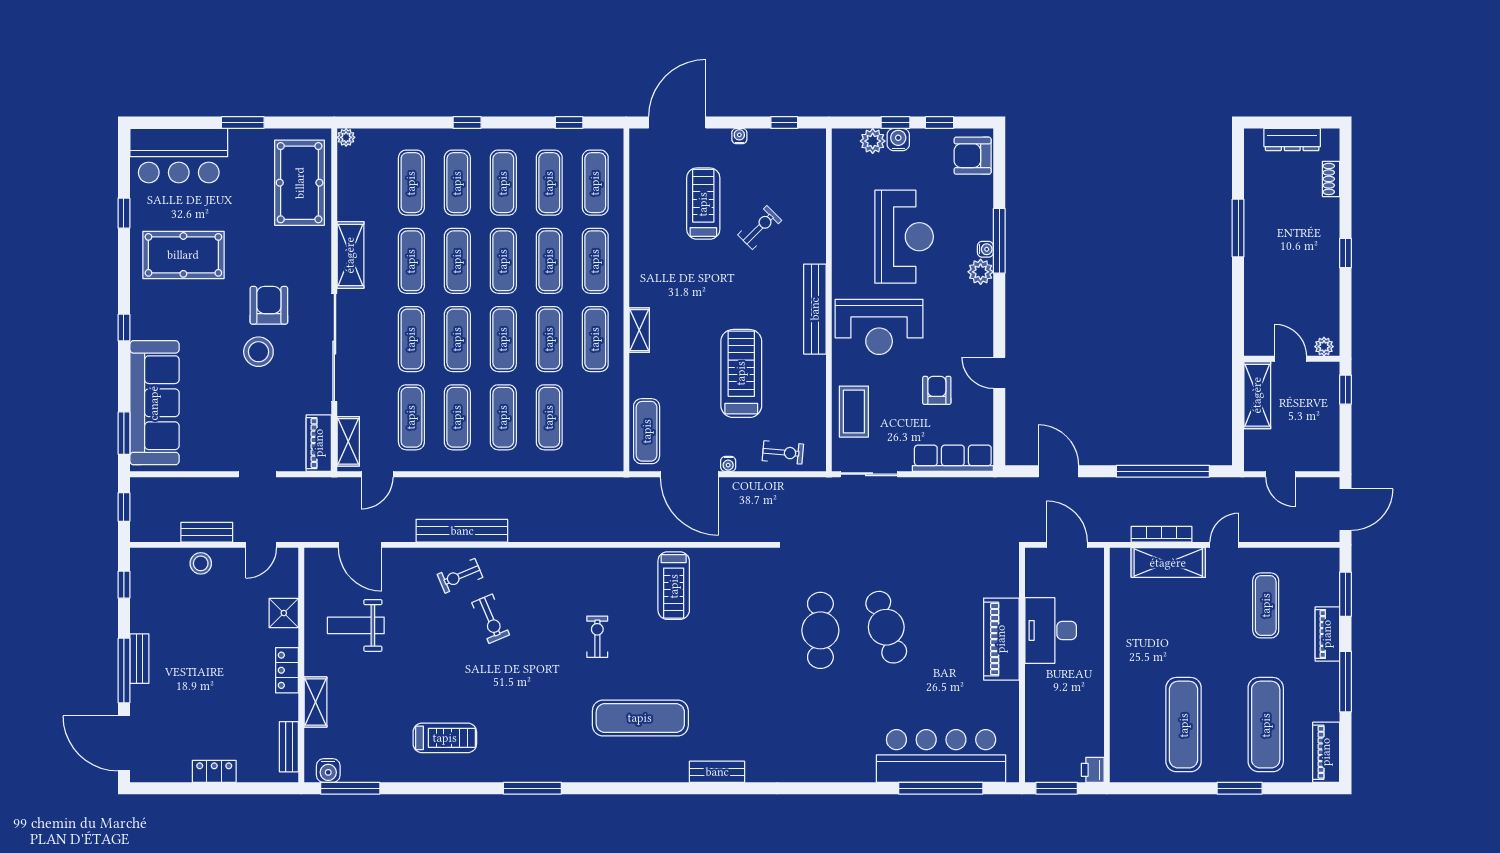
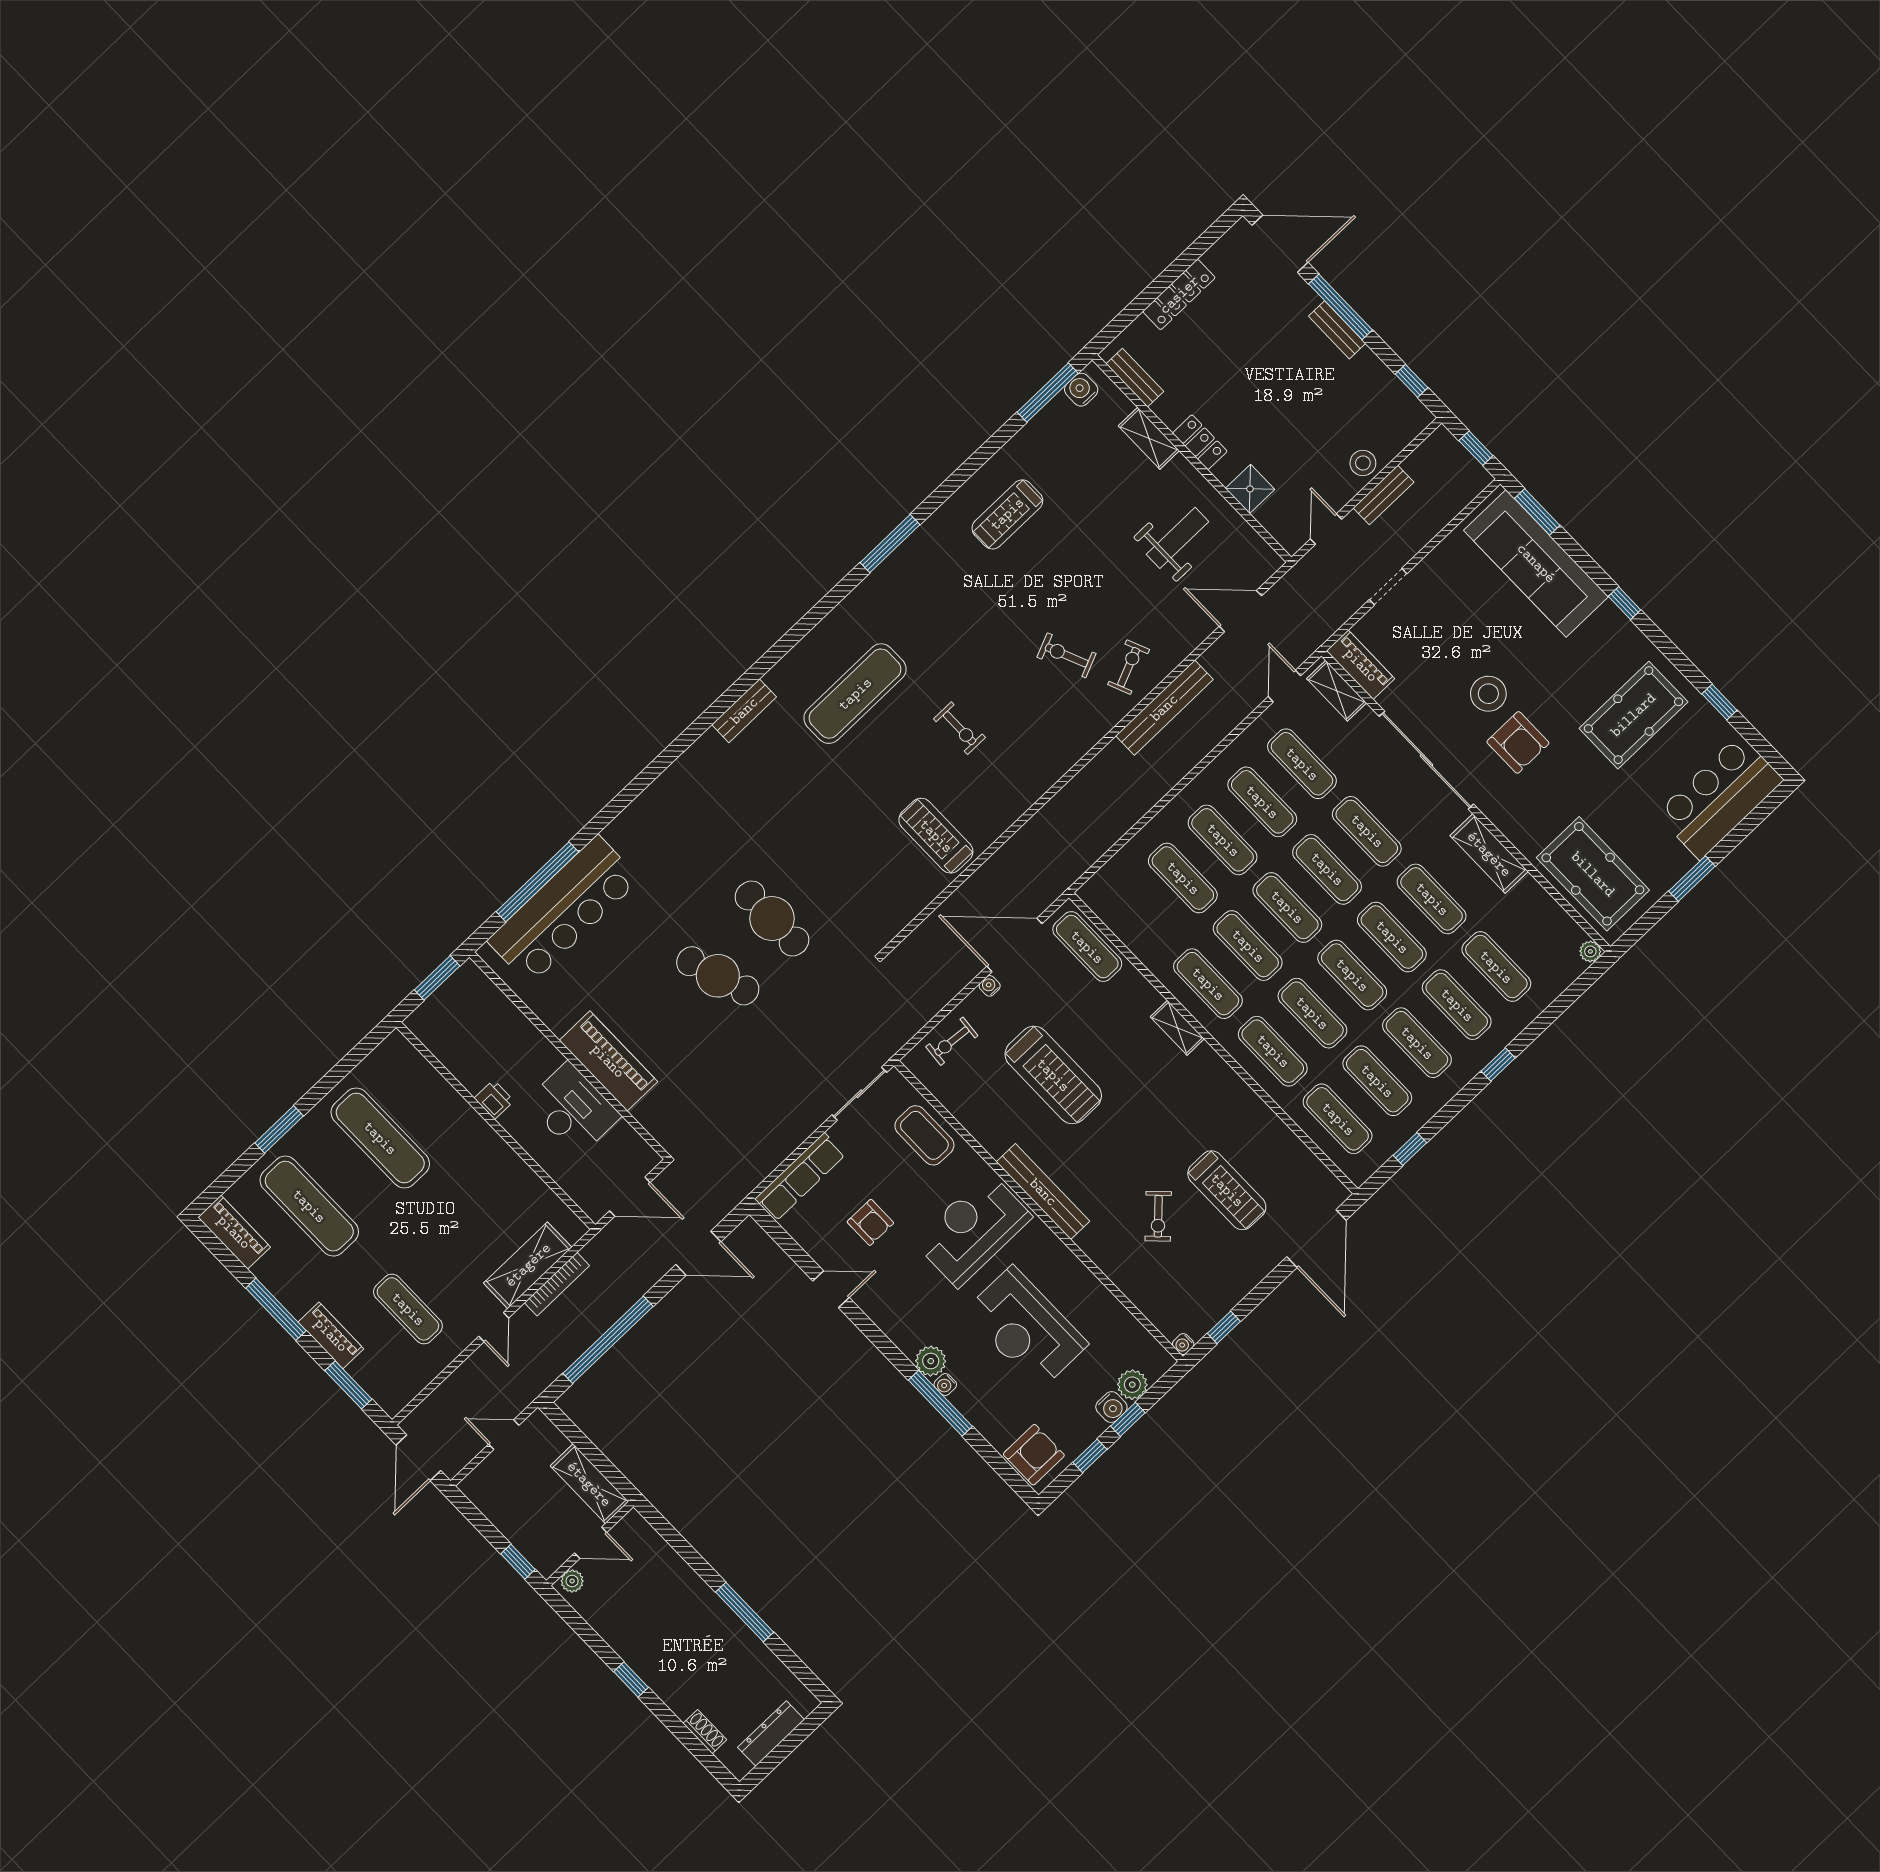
water cooler: (739, 136) -> (1183, 1344), moved, turned 90
printer: (1093, 770) -> (494, 1099), moved
locker: (214, 771) -> (1179, 295), width x1.53

